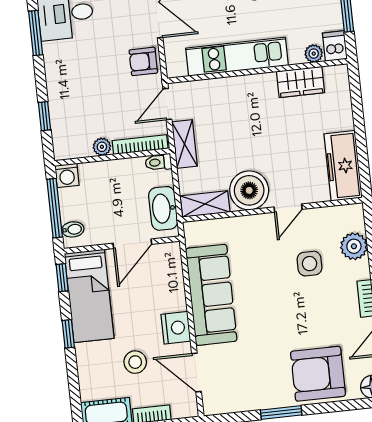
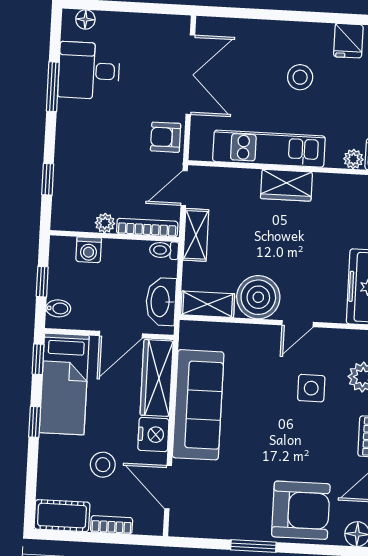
wardrobe: (301, 82) -> (286, 185), moved
washing machine: (67, 175) -> (89, 250), moved
window: (55, 208) -> (42, 282), width x0.46
wardrobe: (170, 277) -> (157, 378), added
armchair: (318, 374) -> (301, 510), turned 180

